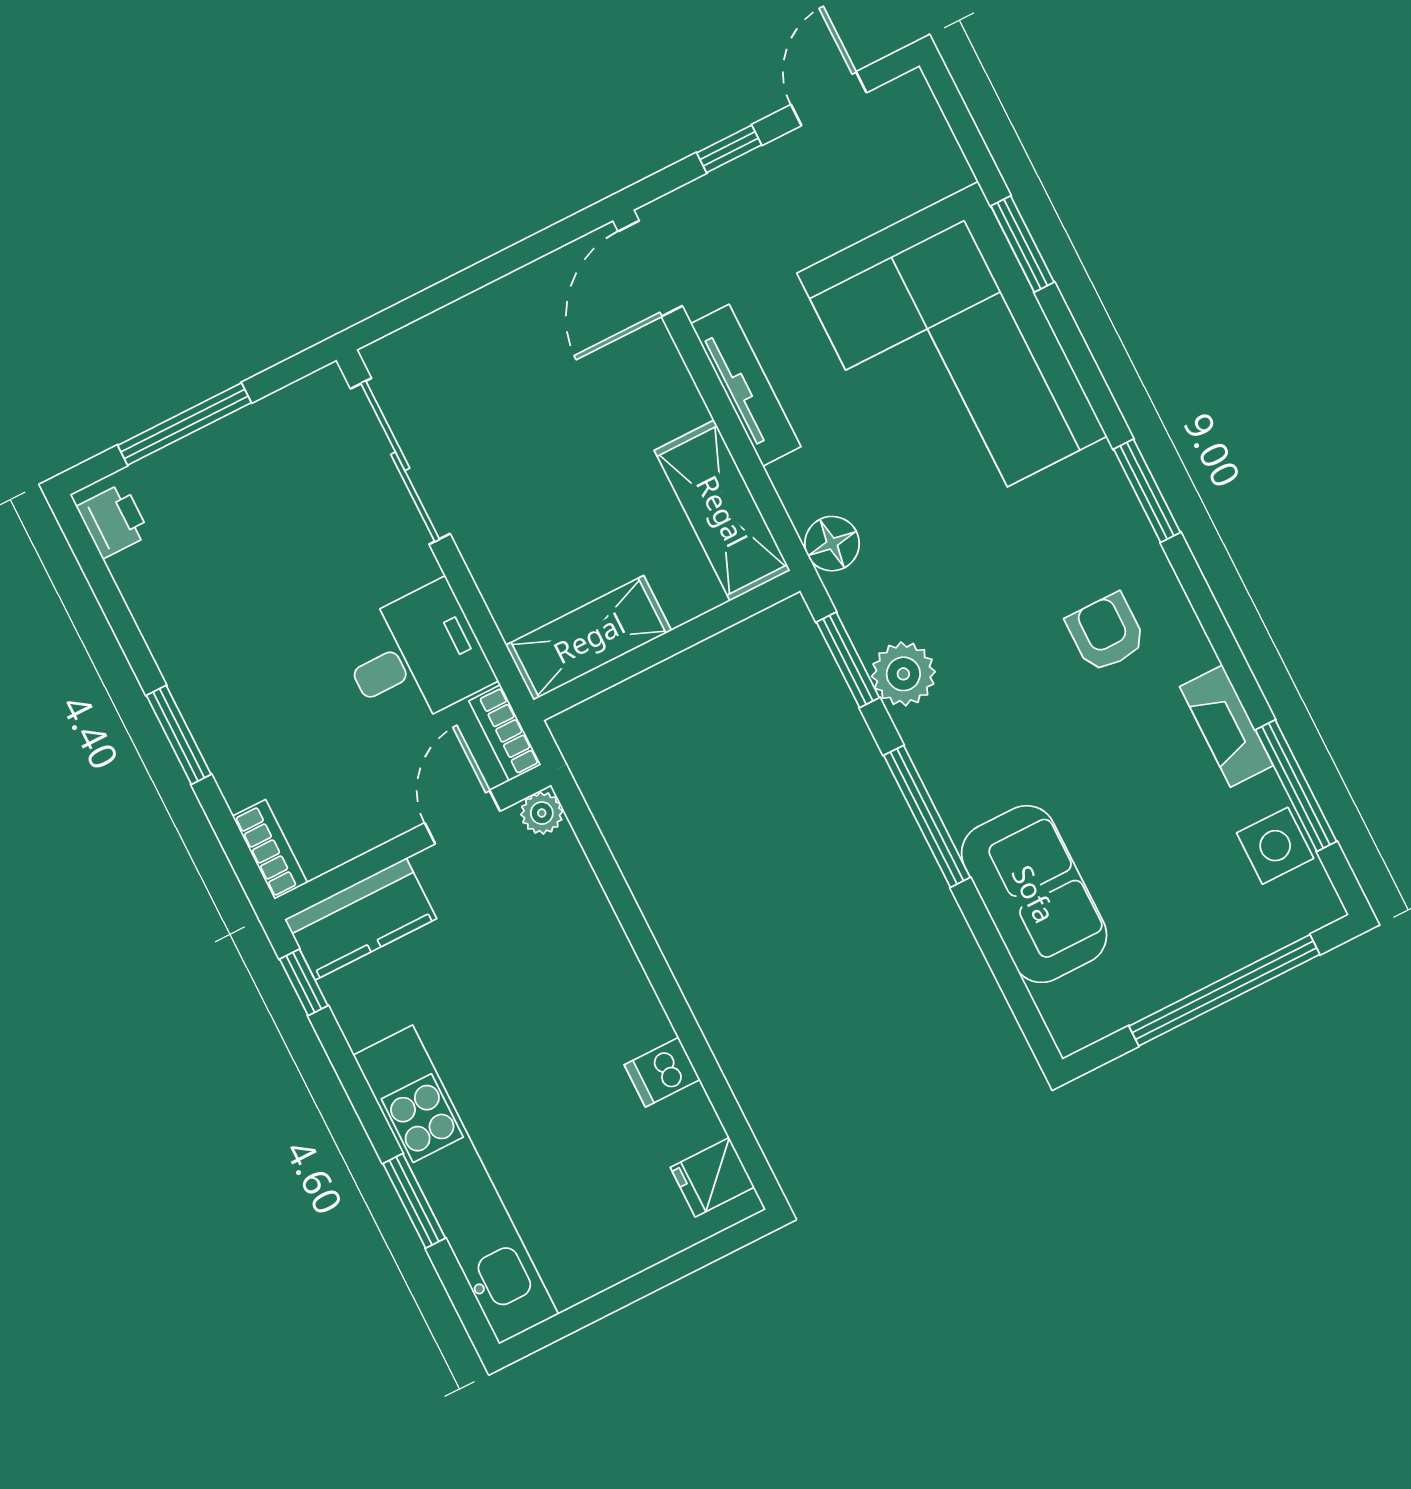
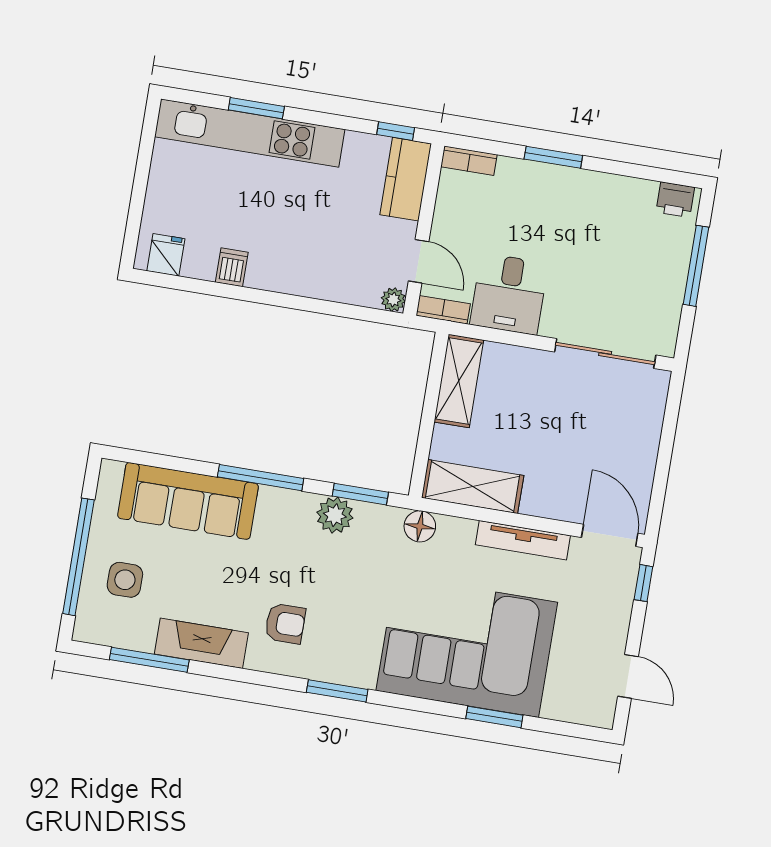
window: (729, 149) -> (643, 583), moved
fireplace: (1226, 726) -> (201, 643), width x1.37, depth x1.32
side table: (1275, 846) -> (125, 580), moved
sofa: (1034, 894) -> (188, 501), width x1.36

